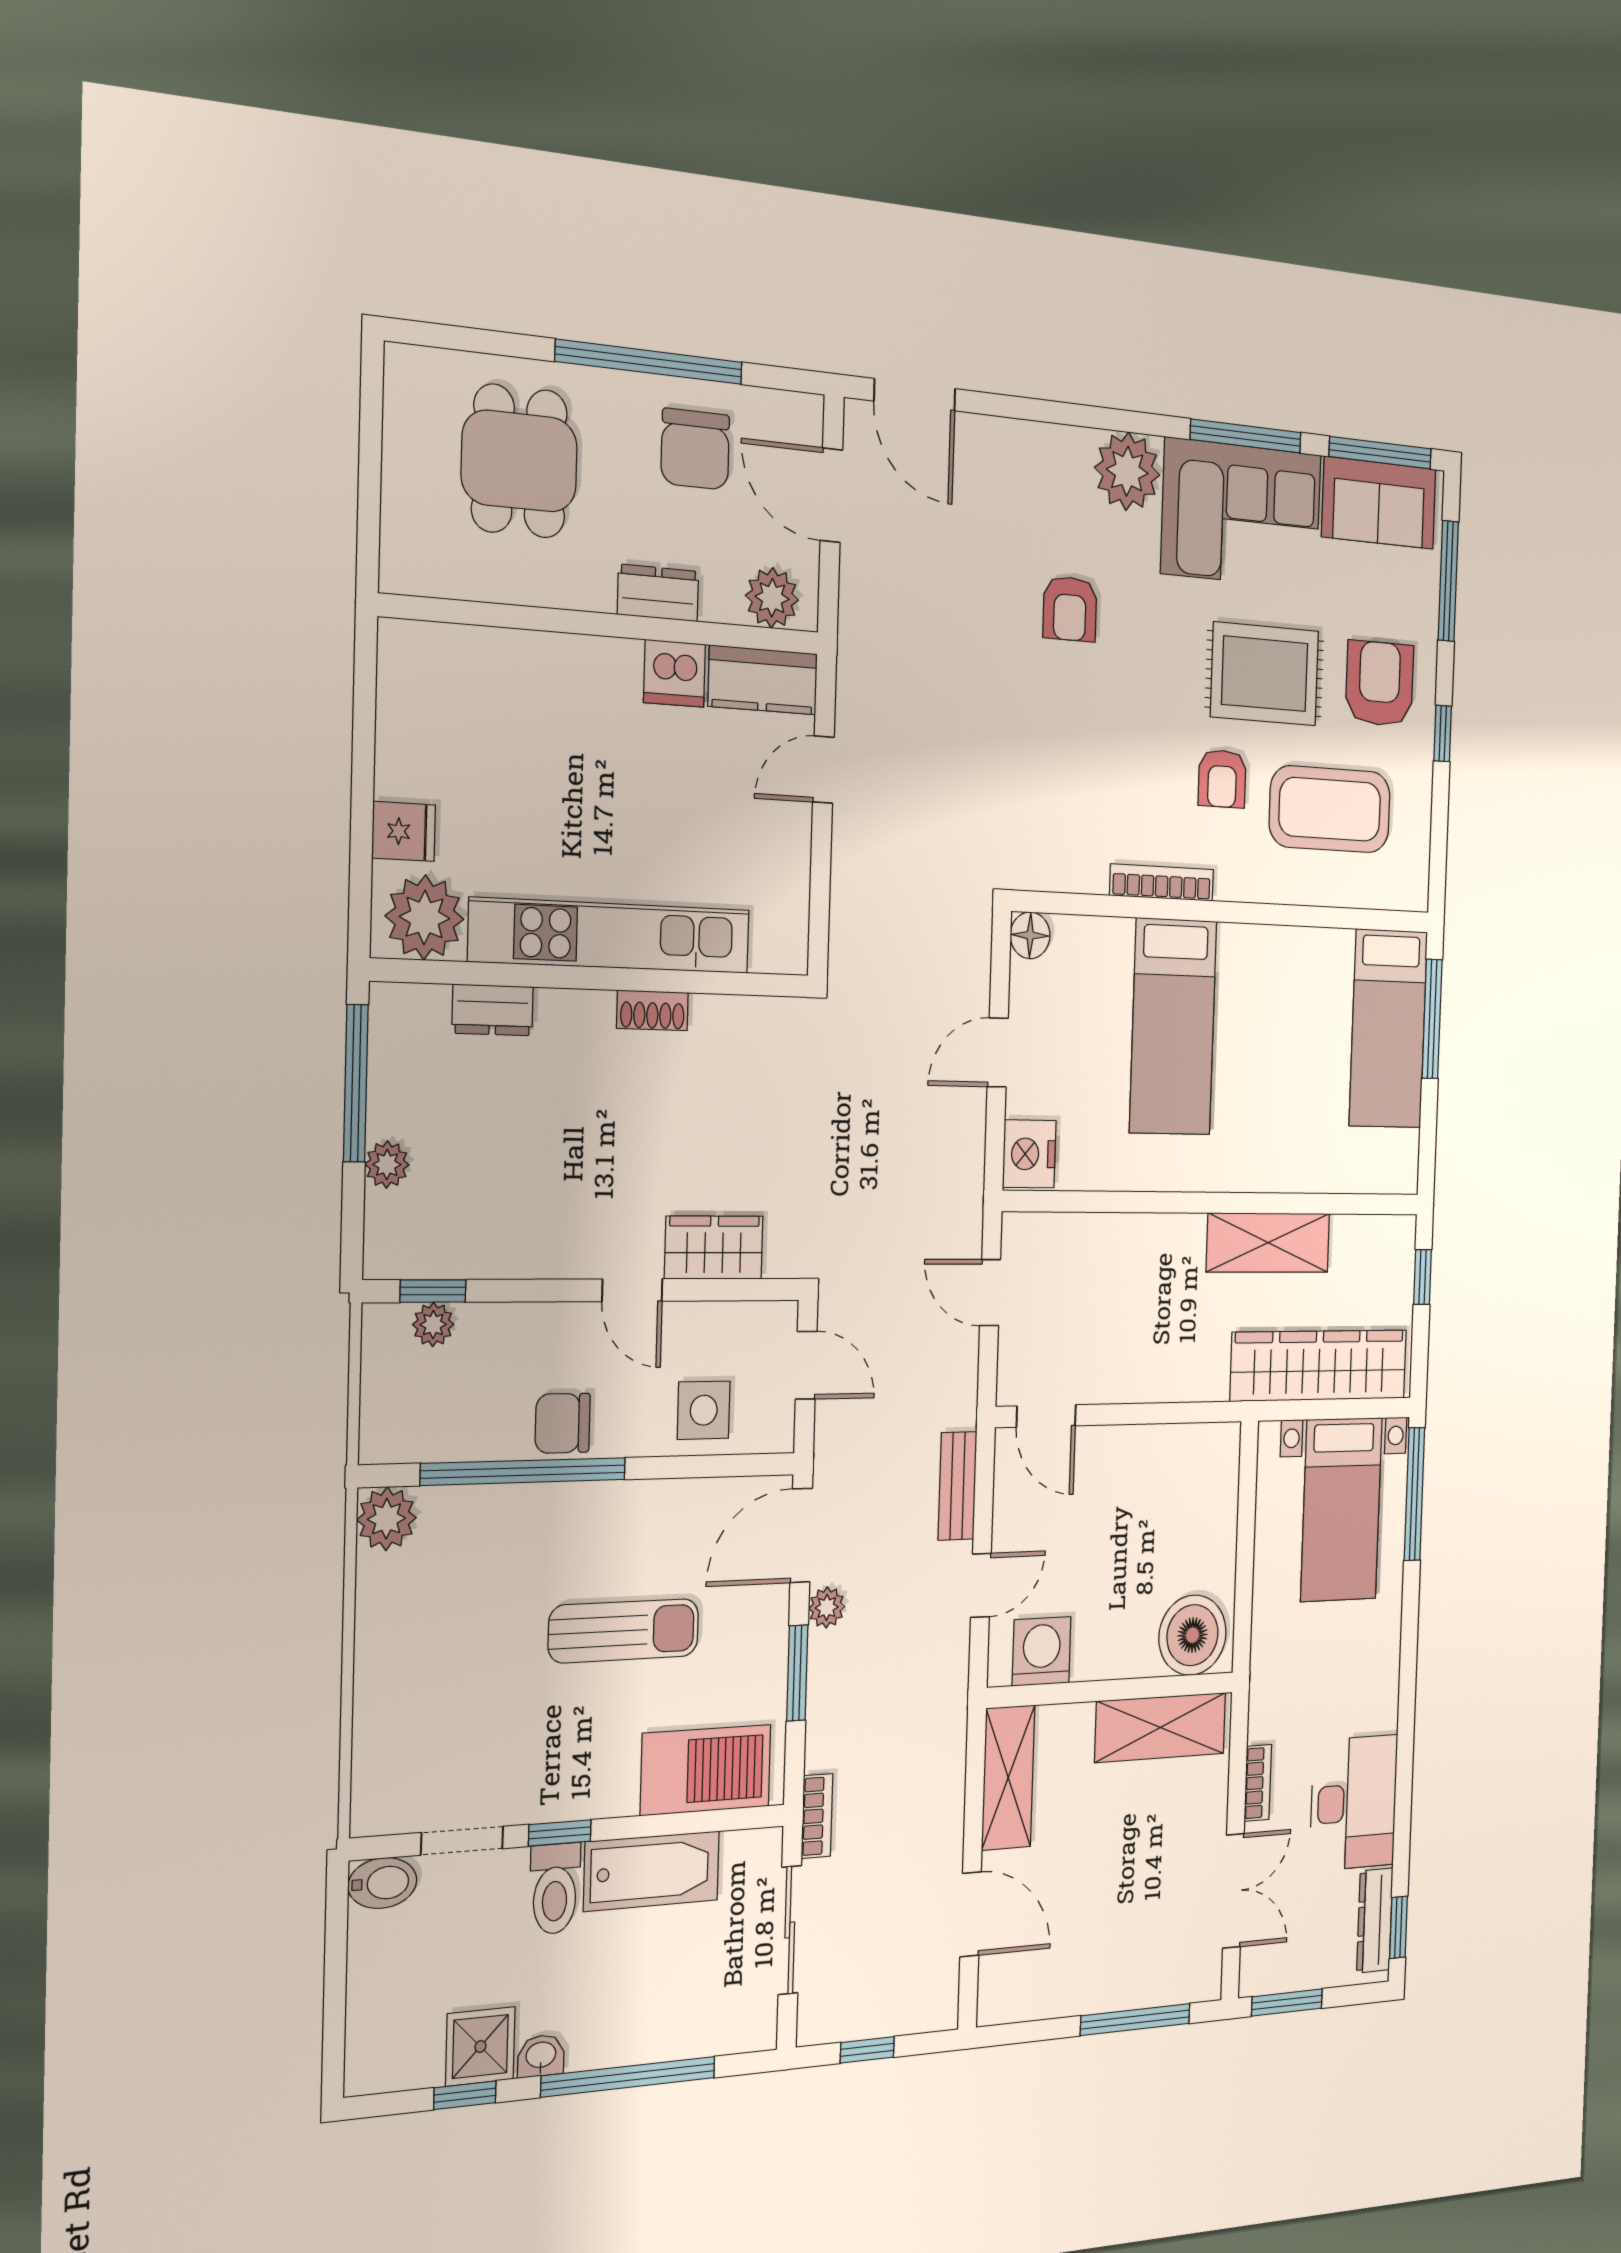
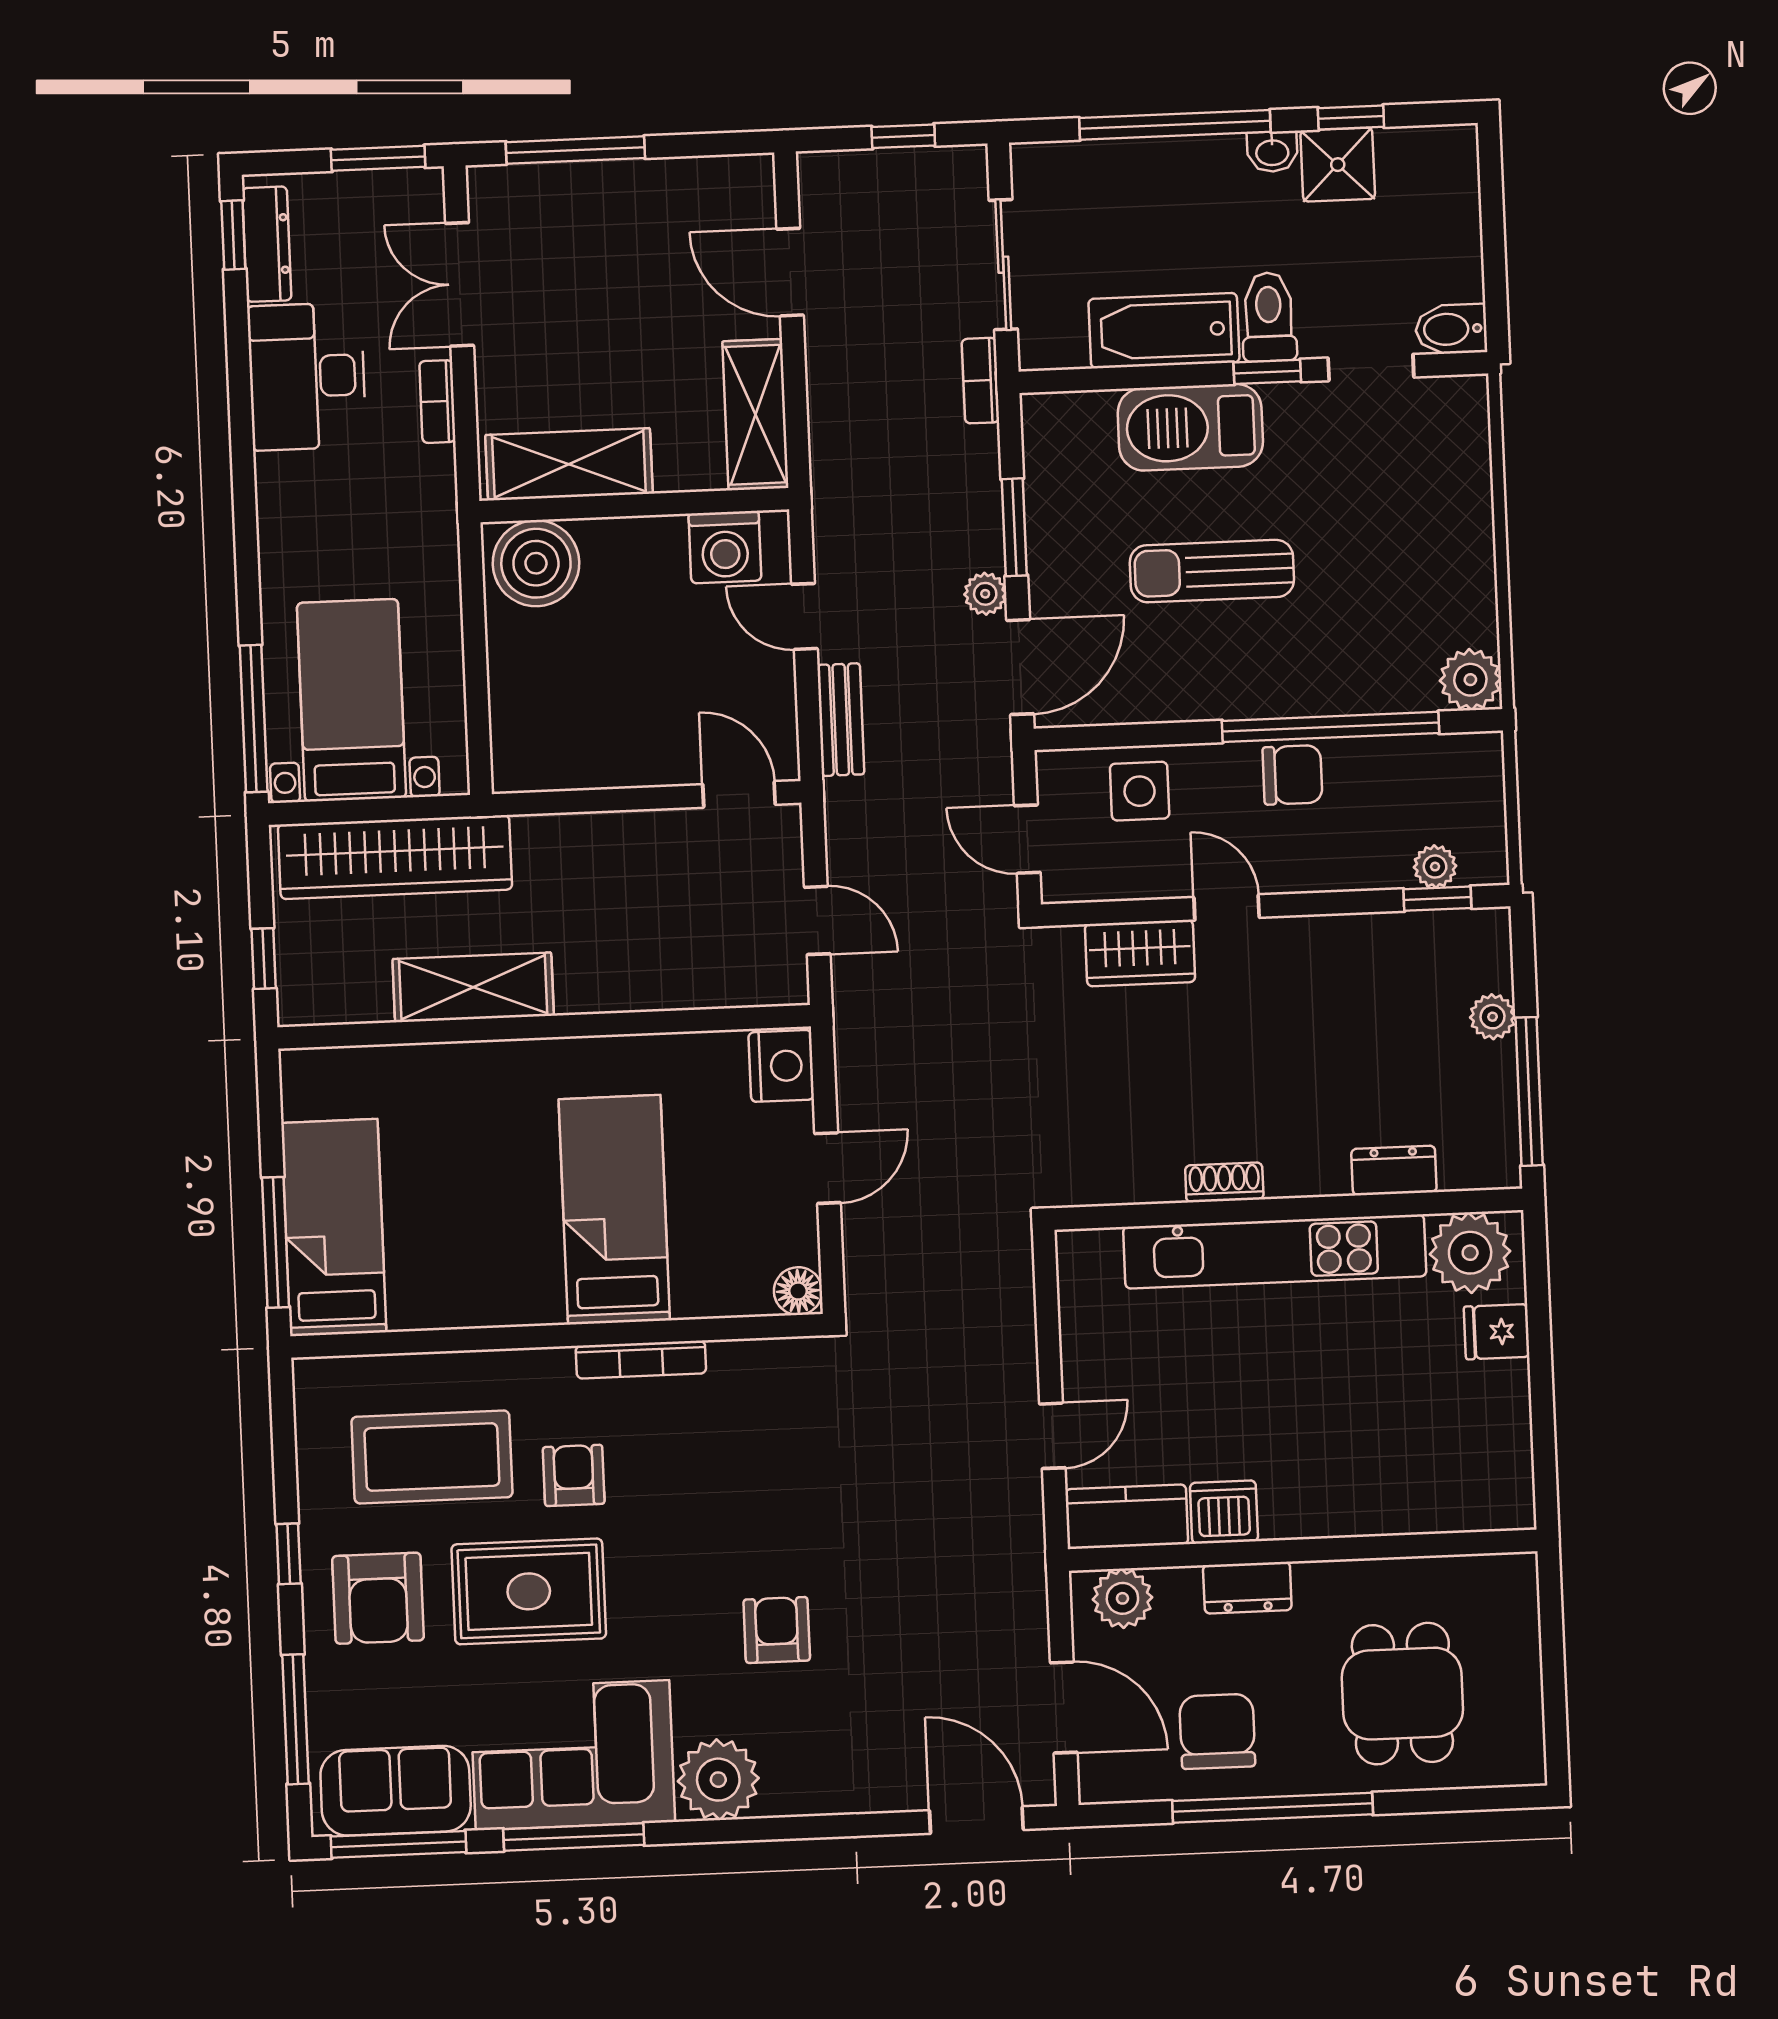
door: (981, 1585) -> (804, 616), hinge flipped
barbecue: (706, 1770) -> (1190, 427), moved

